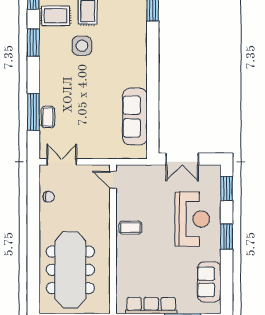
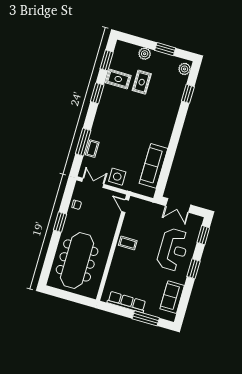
side table: (82, 46) -> (117, 177), moved
window: (33, 226) -> (60, 222), added

